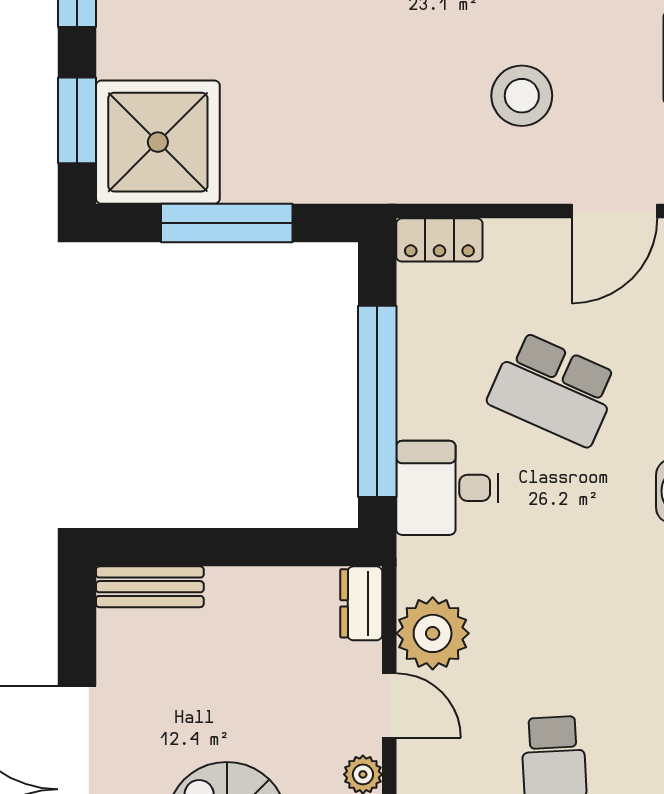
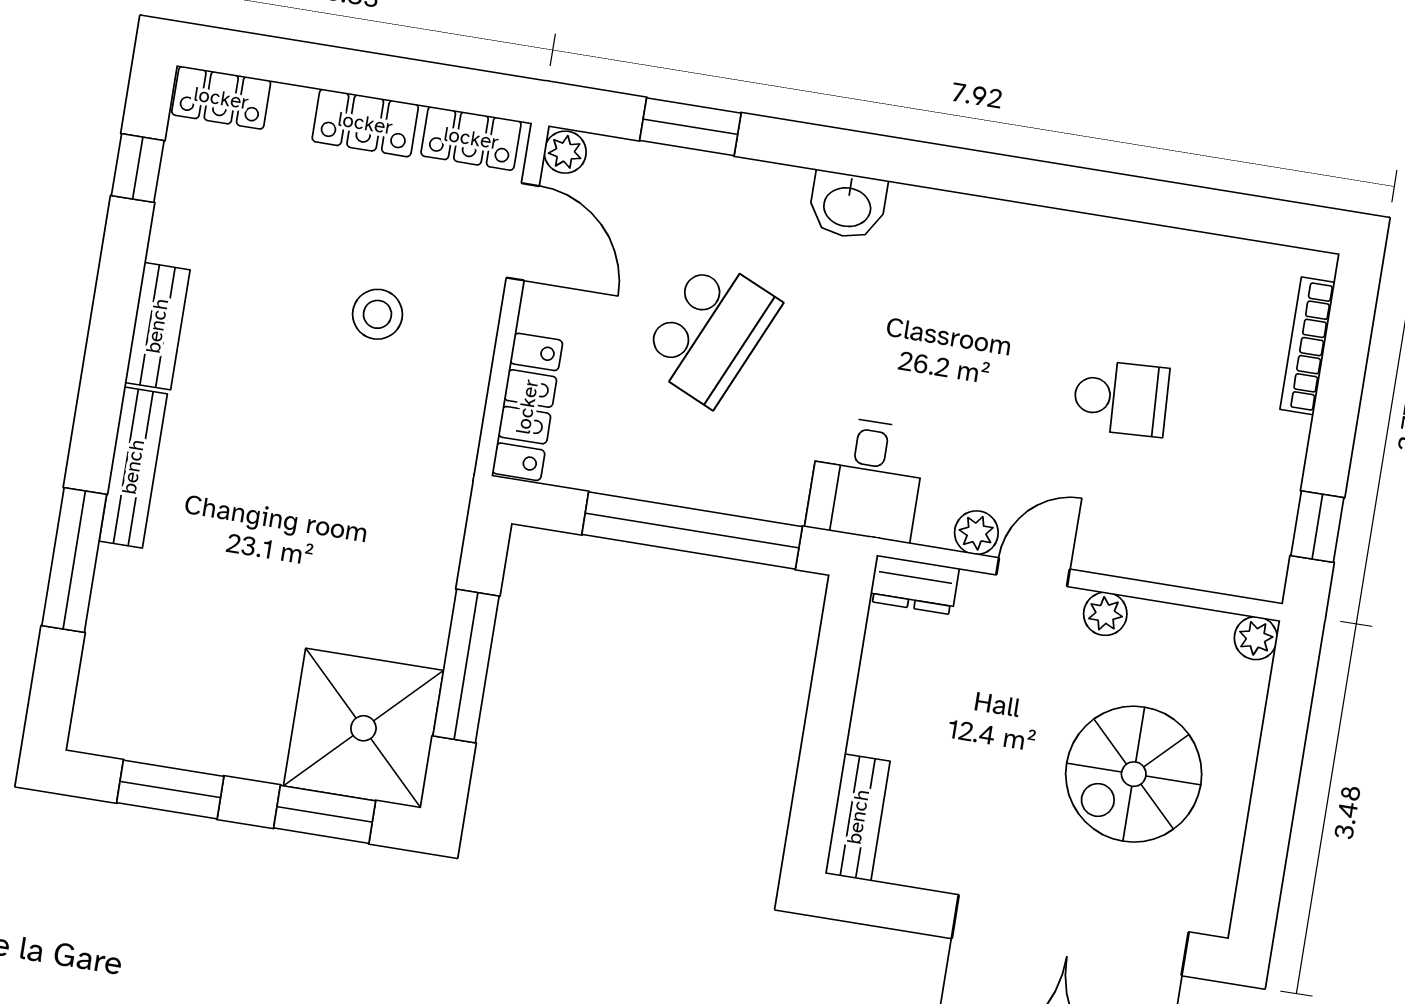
stool: (522, 96) -> (377, 314), width x0.73, depth x0.73
locker: (439, 240) -> (527, 407), width x1.53
desk: (447, 488) -> (866, 479), moved
plant: (433, 633) -> (976, 533), width x0.53, depth x0.53

